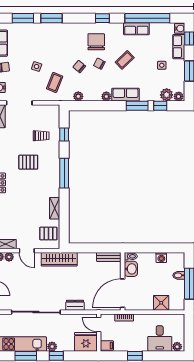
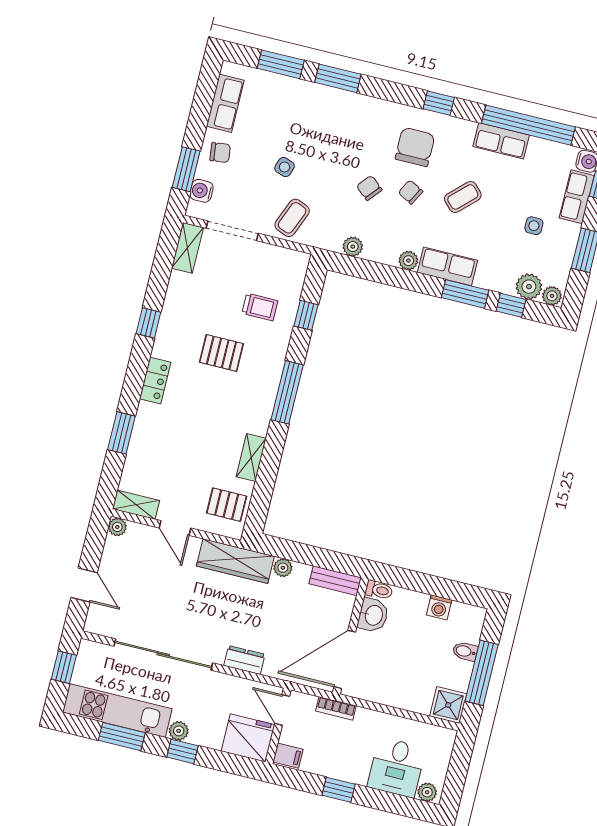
coffee table: (55, 83) -> (292, 218), moved
plant: (9, 257) -> (283, 568), moved
shower: (161, 303) -> (448, 705), moved

